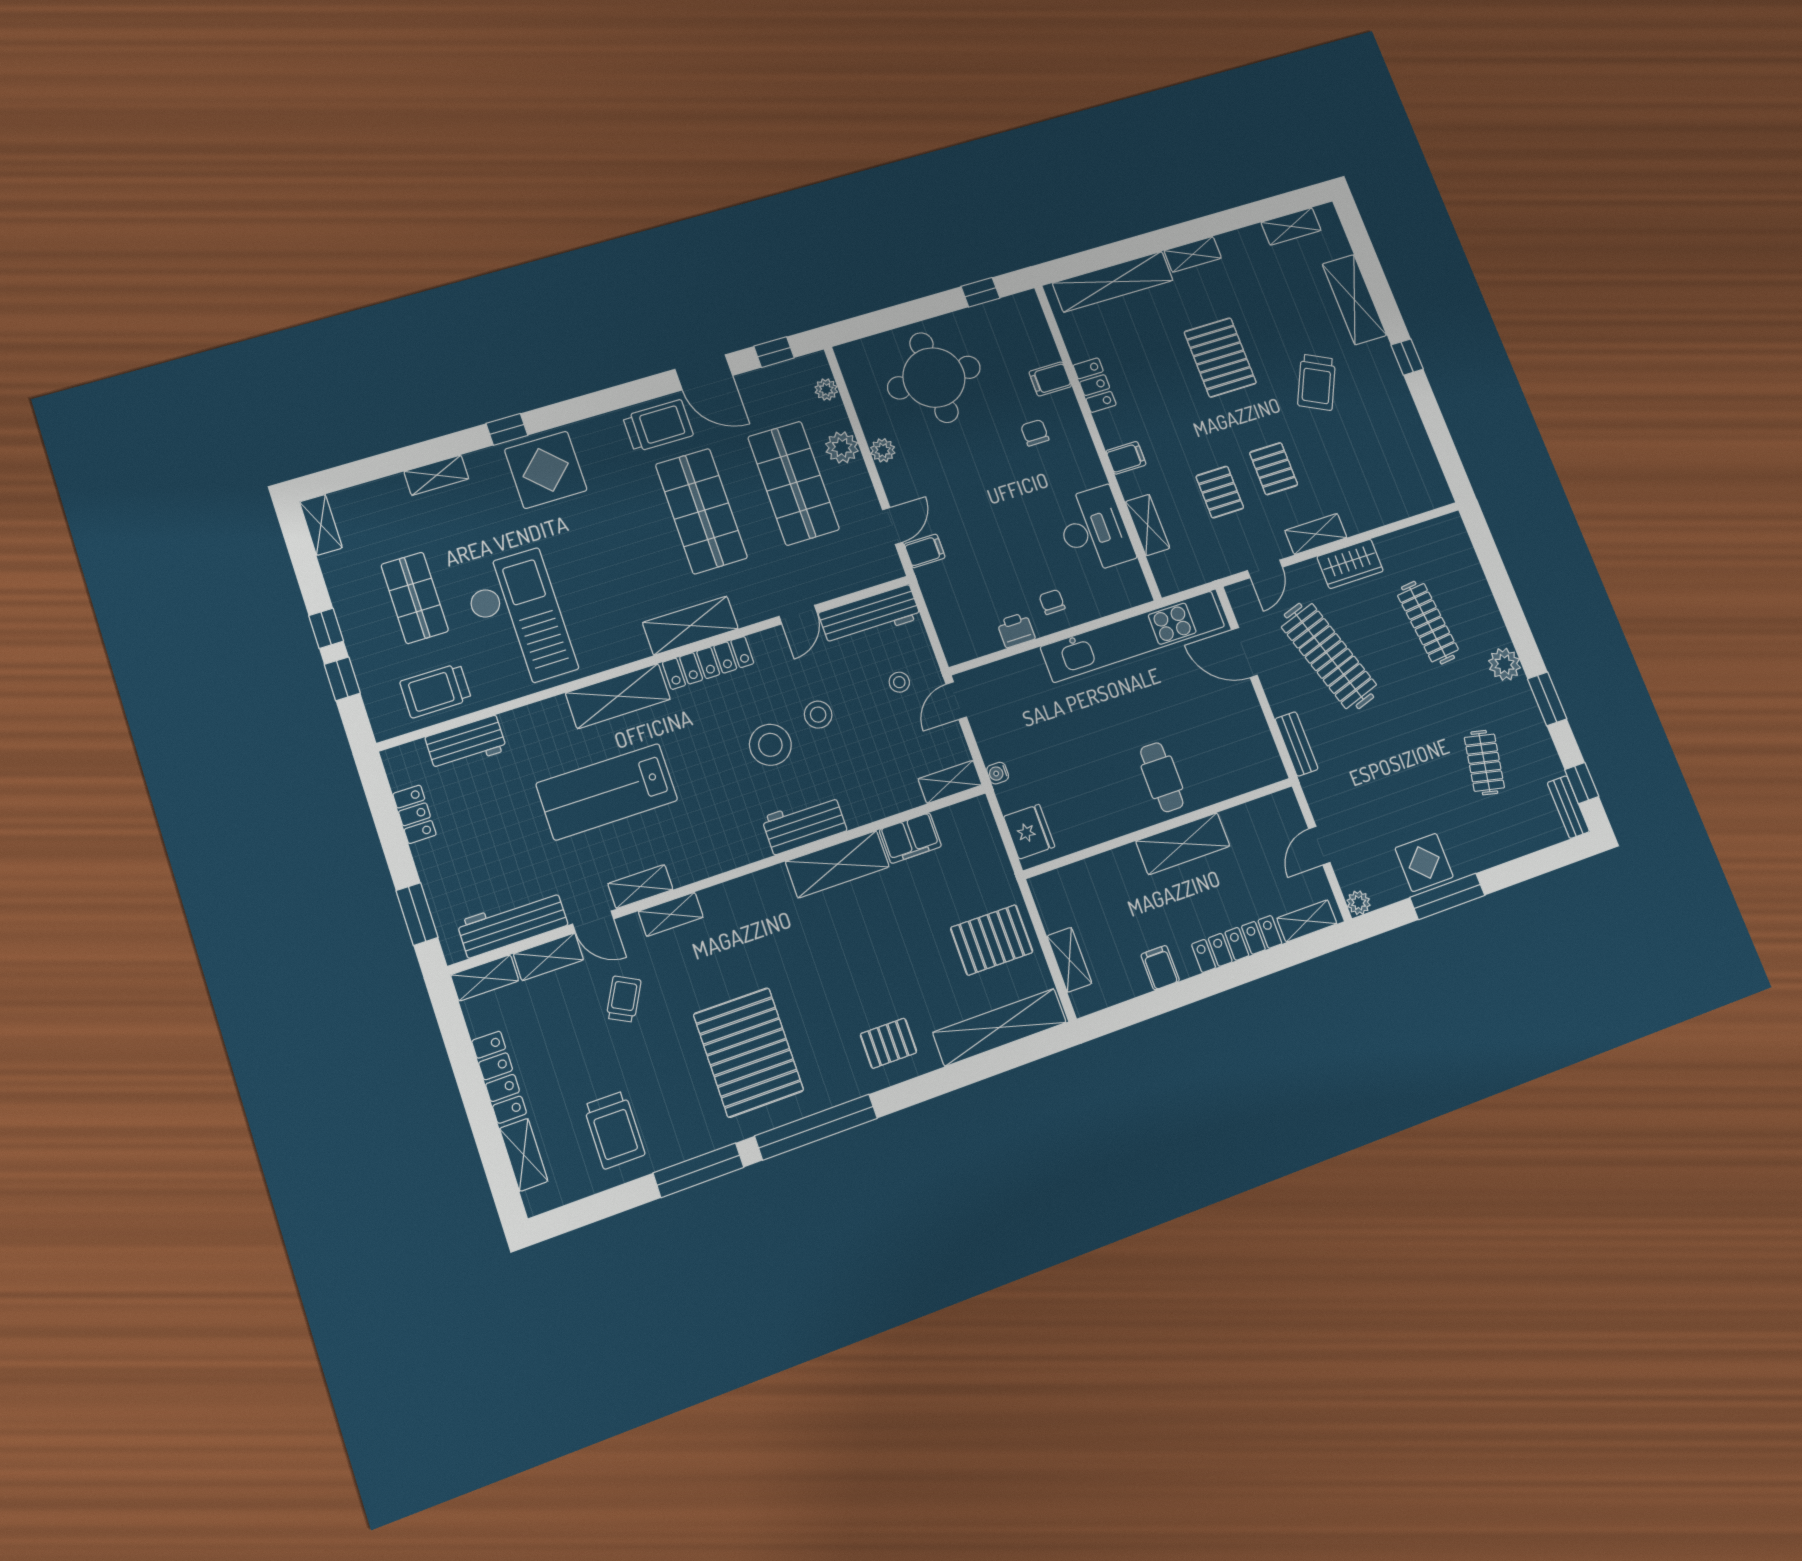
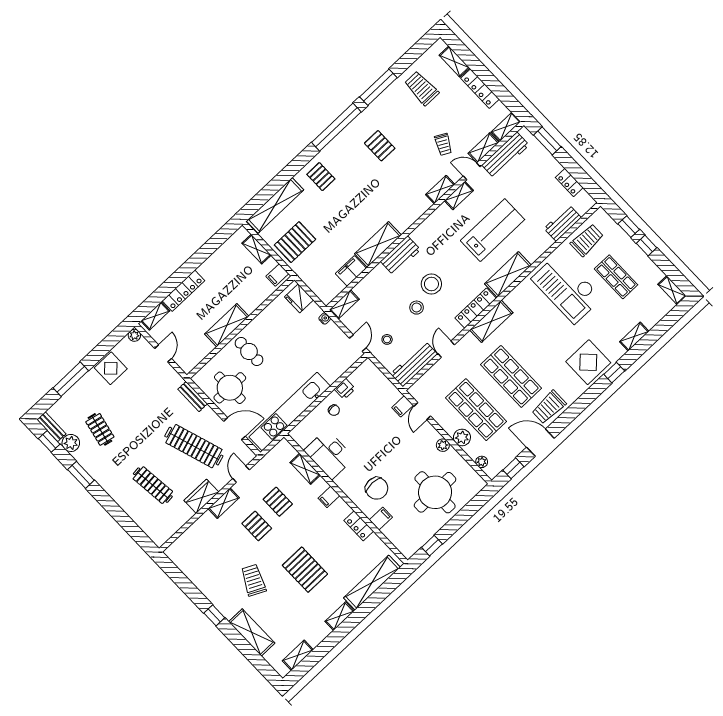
chair: (1035, 433) -> (377, 488), width x1.87, depth x1.87
plant: (1505, 664) -> (71, 443), moved
round table: (1223, 728) -> (230, 388), added
window: (1447, 896) -> (71, 379), moved
filing cabinet: (1160, 968) -> (277, 275), moved, turned 90
pallet: (888, 1043) -> (321, 177), turned 90
pallet: (748, 1052) -> (380, 146), width x0.49, depth x0.50

